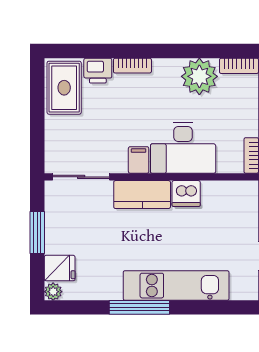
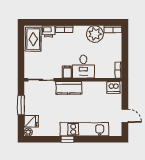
desk: (183, 148) -> (83, 67), width x0.73
dishwasher: (186, 193) -> (114, 87), moved
window: (139, 307) -> (67, 139), width x0.46

